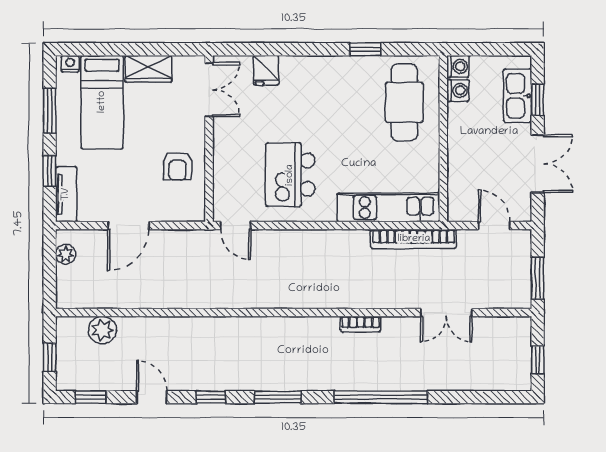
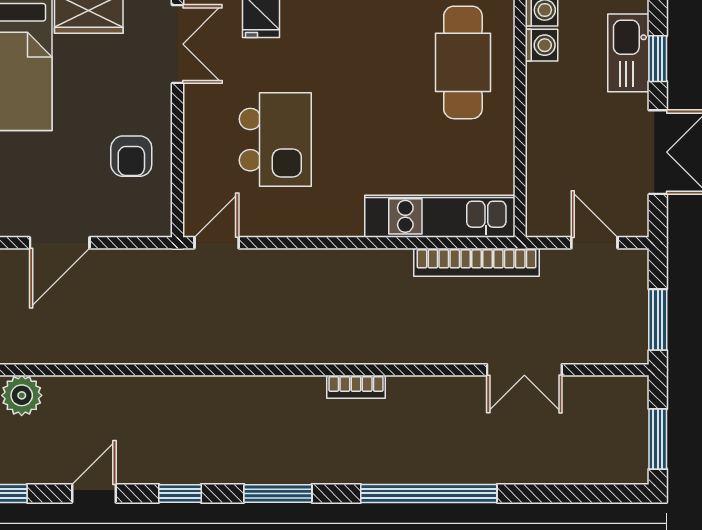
kitchen island: (290, 175) -> (275, 140), moved, turned 180
door: (236, 226) -> (217, 243), swing flipped
bookcase: (361, 324) -> (356, 387), moved
window: (538, 360) -> (658, 439), width x1.50
door: (152, 397) -> (94, 493), hinge flipped

